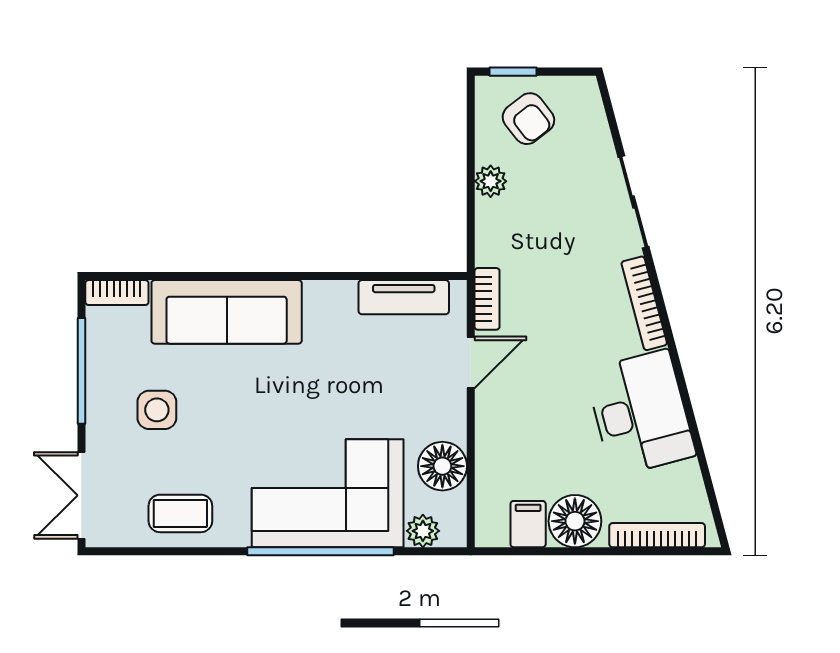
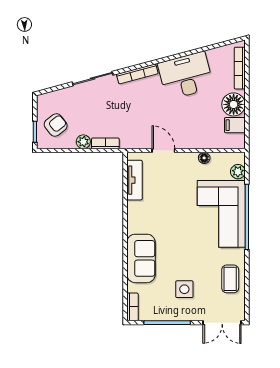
bookcase: (487, 299) -> (105, 143), moved
sofa: (227, 312) -> (141, 258), width x0.73
floor lamp: (442, 466) -> (204, 158), width x0.53, depth x0.53

